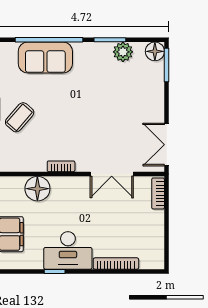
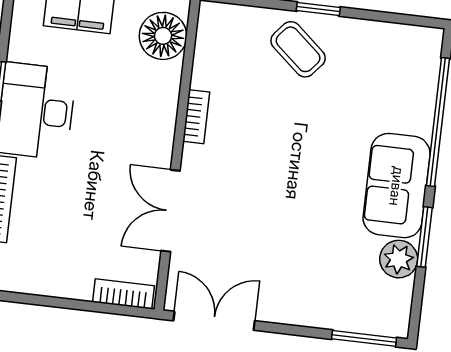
floor lamp: (155, 51) -> (393, 319), removed
sofa: (45, 58) -> (397, 186), moved
floor lamp: (37, 189) -> (163, 36), moved

